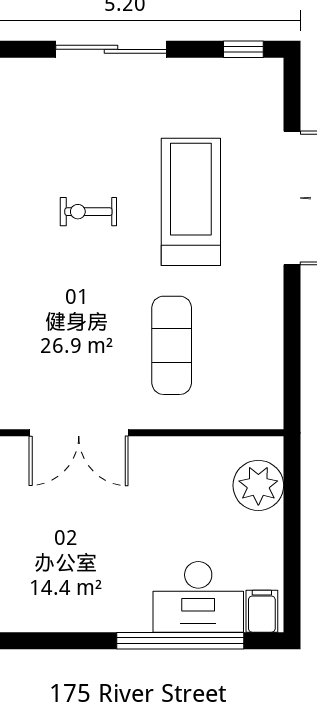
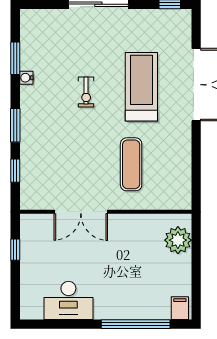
exercise bike: (88, 212) -> (86, 92), turned -90
desk: (198, 597) -> (68, 300), moved

